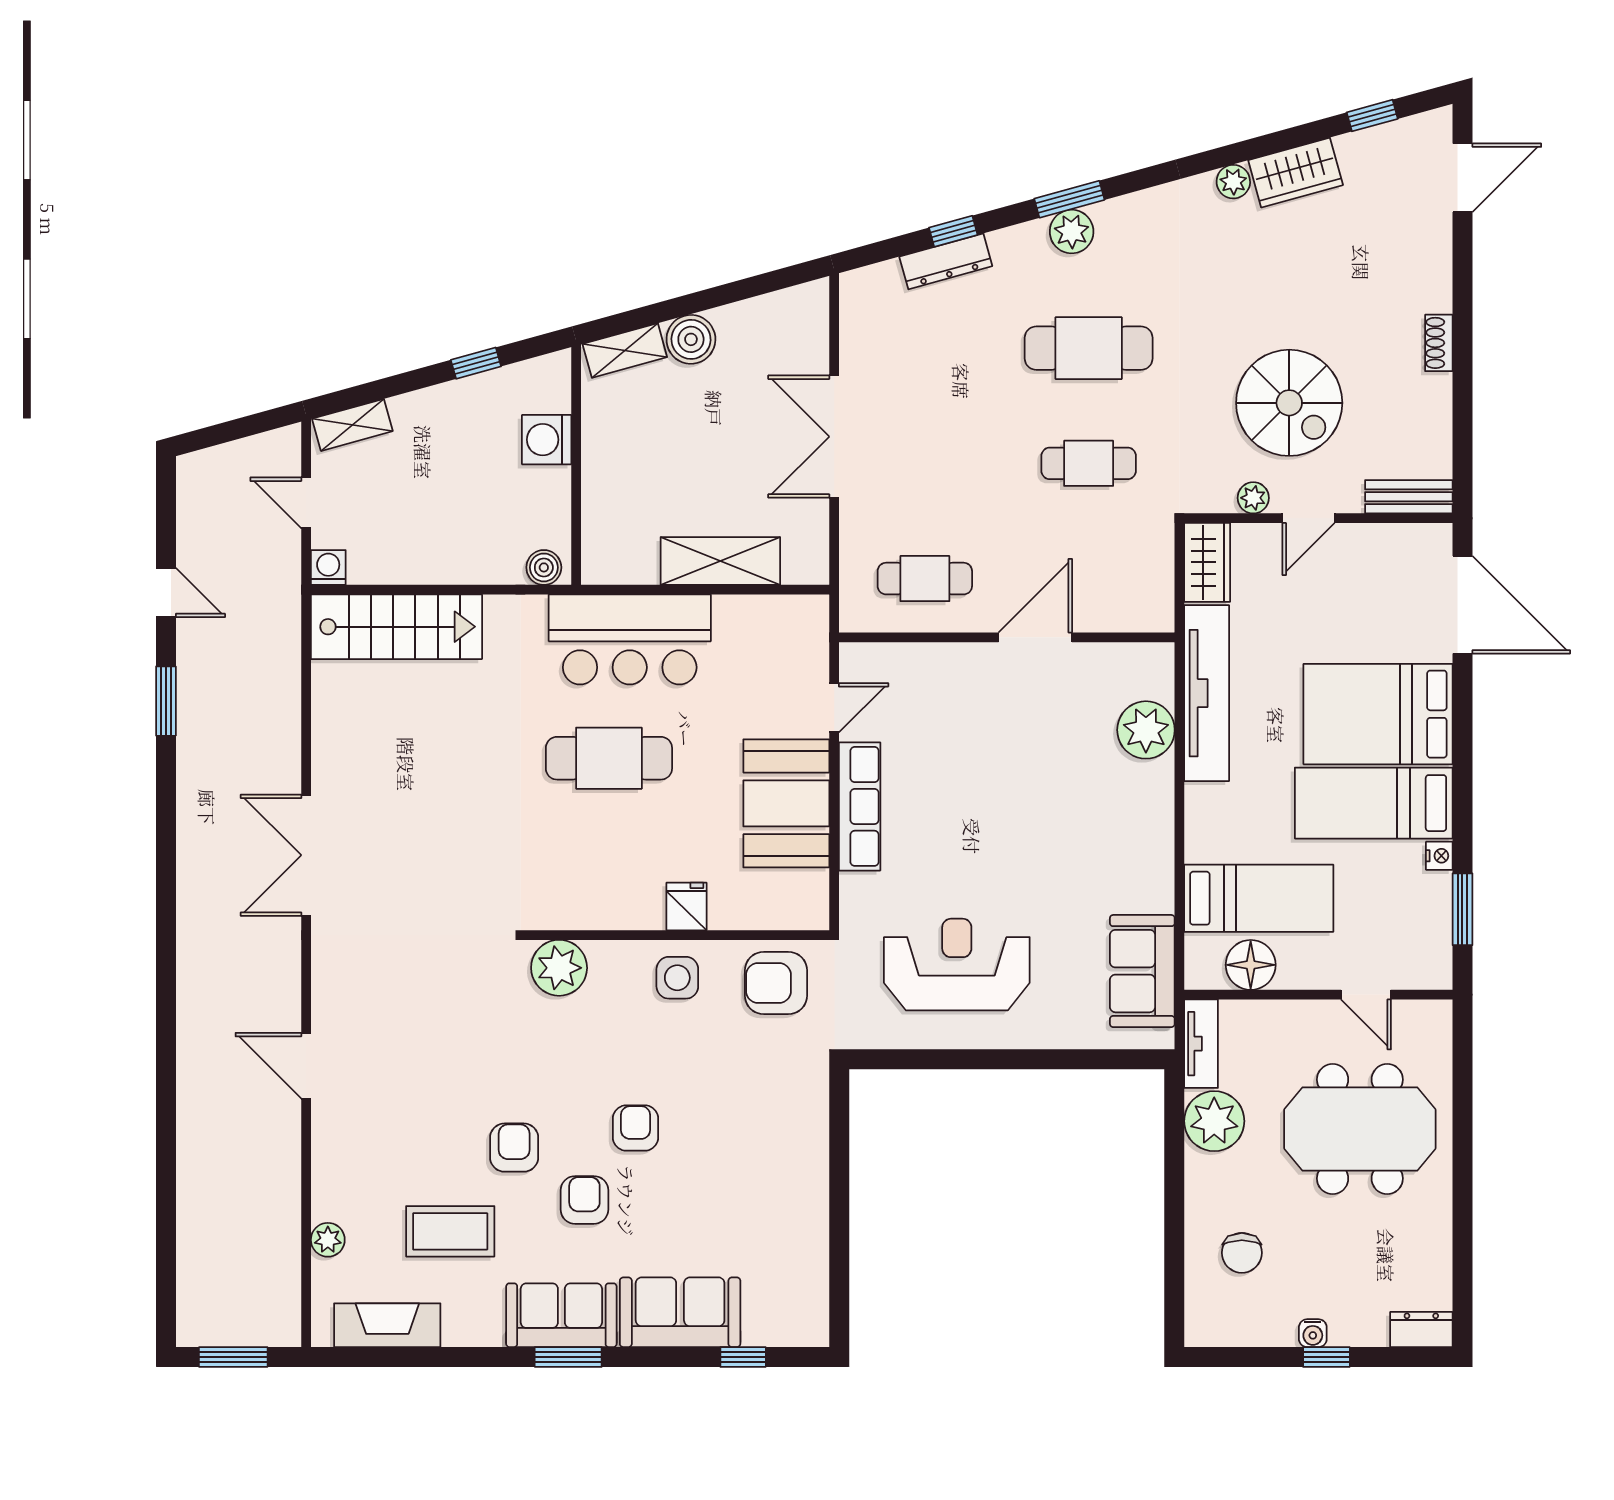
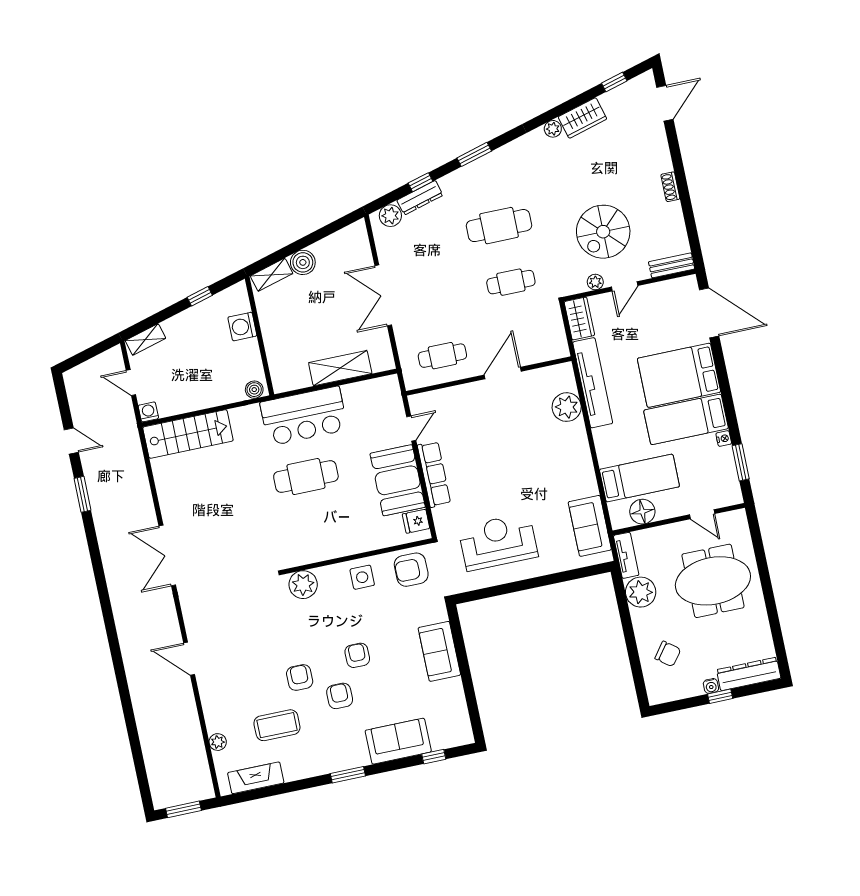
plant: (1072, 232) -> (390, 216), moved
spiral stairs: (1289, 403) -> (603, 232), turned 90
fridge: (686, 906) -> (416, 521), moved, turned -90
chair: (1242, 1253) -> (668, 654), turned -53
sofa: (561, 1315) -> (439, 651), moved, turned -90
dresser: (1421, 1330) -> (749, 674), width x1.96, depth x1.24

